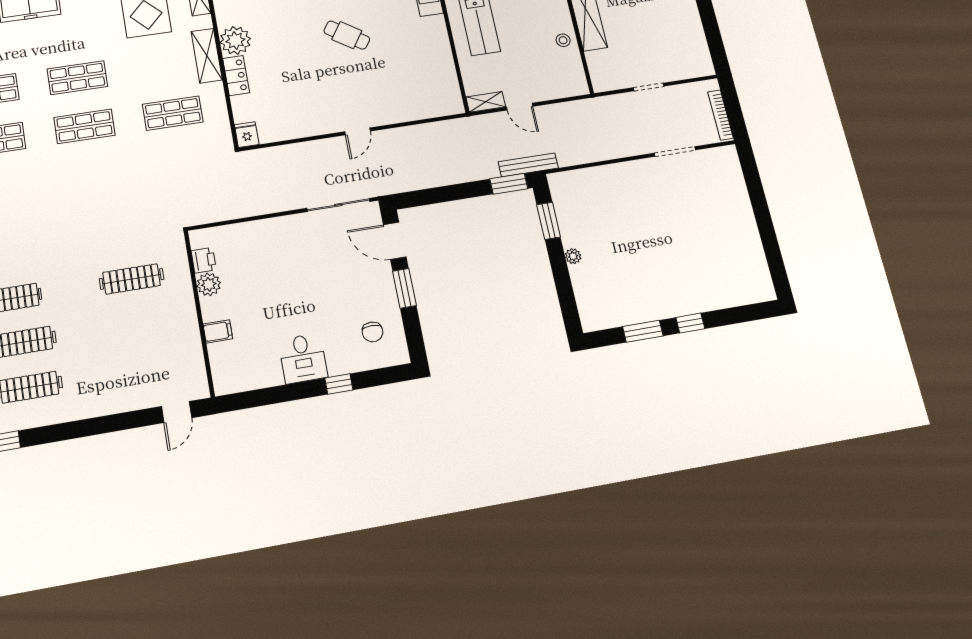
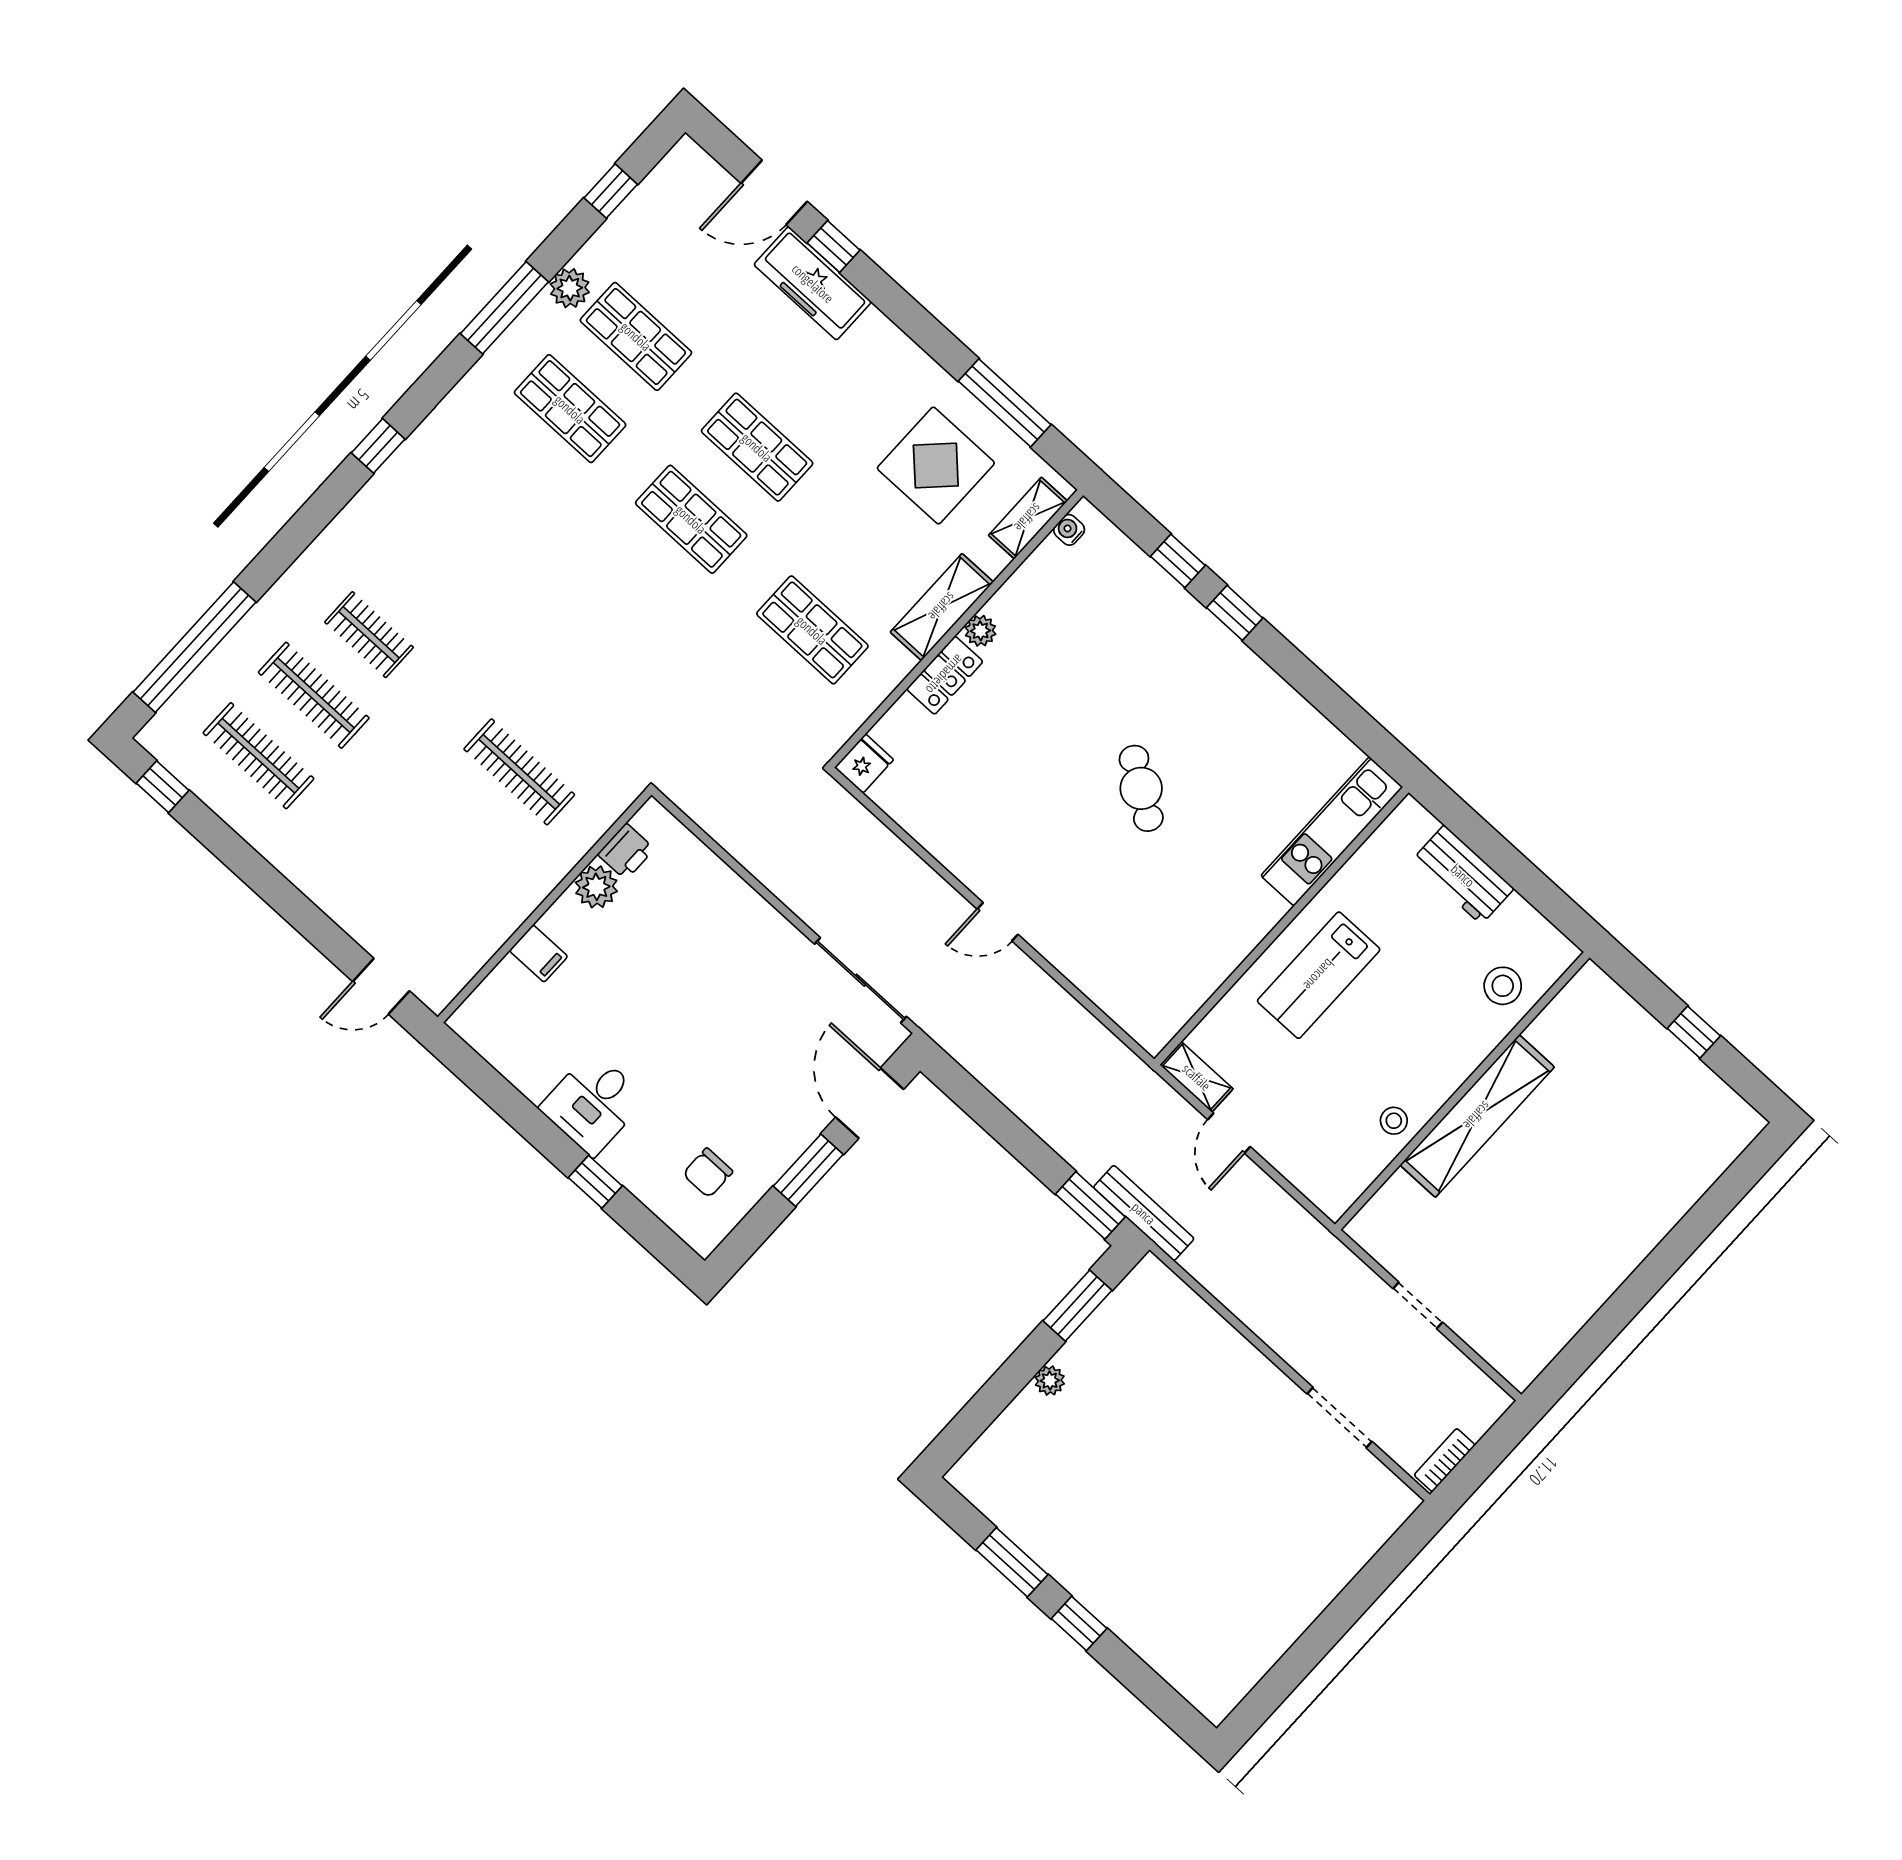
plant: (235, 40) -> (980, 631), width x0.53, depth x0.53
bookcase: (721, 115) -> (1445, 1460), width x0.64

